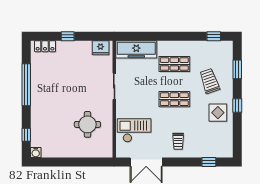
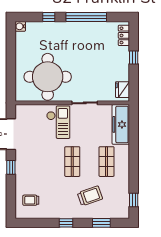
display table: (218, 113) -> (59, 204), removed
round table: (87, 124) -> (48, 77), width x1.86, depth x1.86
checkout: (134, 130) -> (58, 122), moved
window: (26, 135) -> (49, 17), moved
trolley: (178, 141) -> (31, 200), moved
window: (209, 162) -> (11, 167), moved

